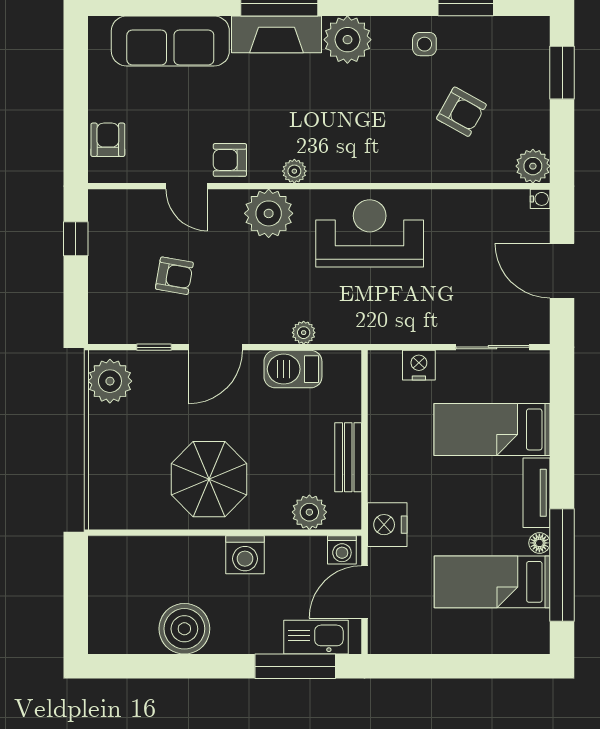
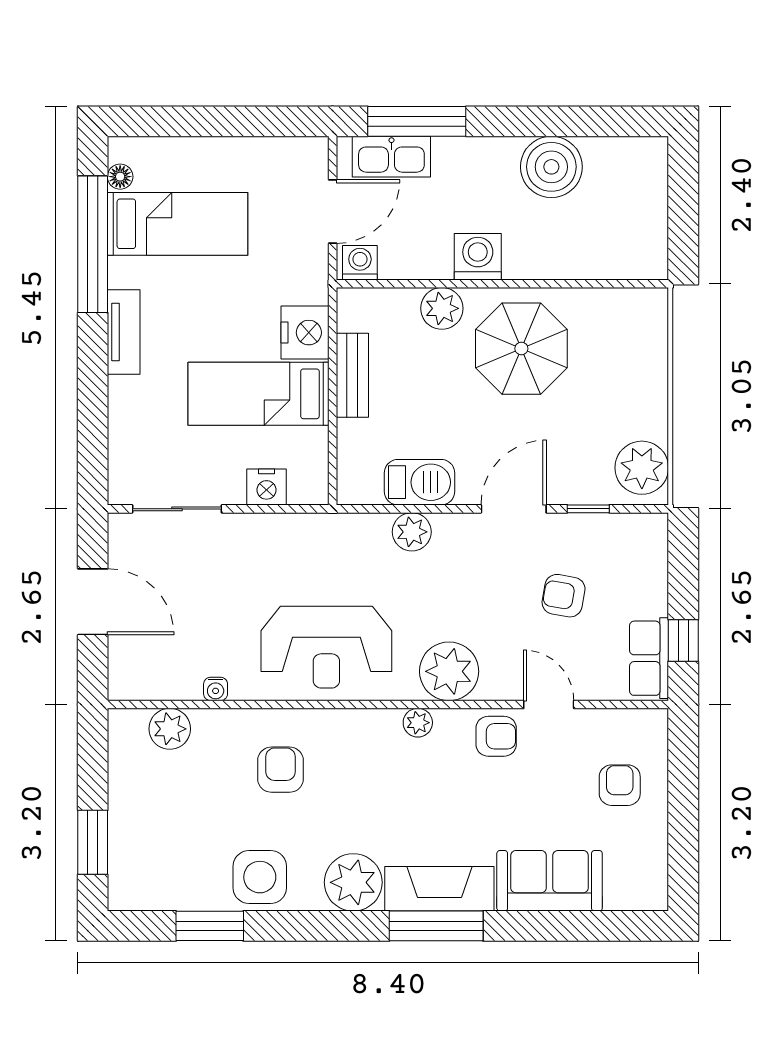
sofa: (170, 41) -> (550, 881), width x0.73
side table: (424, 44) -> (260, 877), width x1.87, depth x1.87
armchair: (461, 112) -> (281, 770), moved, turned 61
armchair: (108, 140) -> (620, 785), moved, turned 180
plant: (533, 166) -> (170, 729), moved
water cooler: (540, 199) -> (216, 689), moved, turned -90
row of seats: (104, 224) -> (649, 658), added
plant: (304, 333) -> (412, 532), width x1.38, depth x1.38
bed: (492, 429) -> (259, 394), moved, turned 180
plant: (309, 512) -> (442, 308), moved
nightstand: (387, 525) -> (305, 333), moved
floor lamp: (539, 543) -> (120, 177), moved

